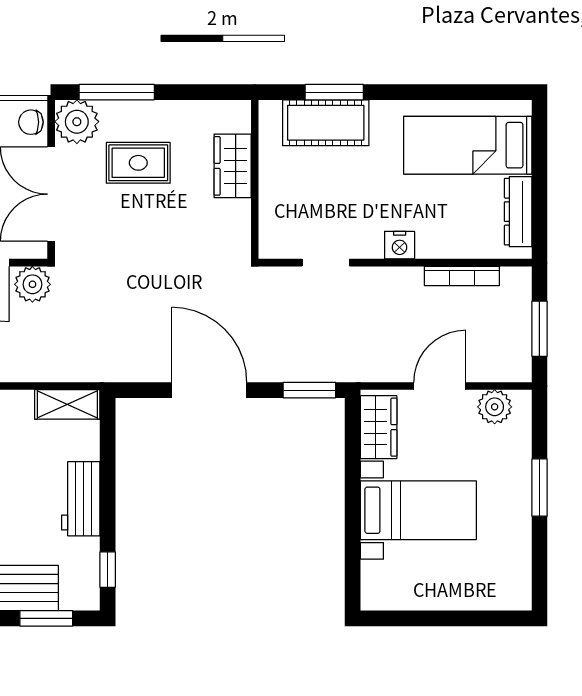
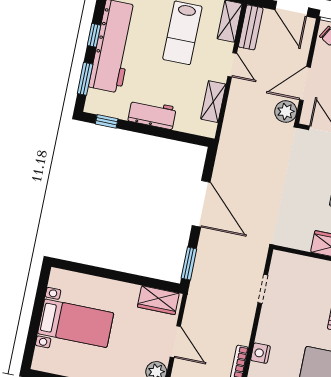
nightstand: (400, 245) -> (260, 353), moved
door: (209, 390) -> (201, 204), hinge flipped
shelving: (67, 404) -> (213, 102), moved
bed with nightstands: (418, 510) -> (76, 323), moved, turned -90

